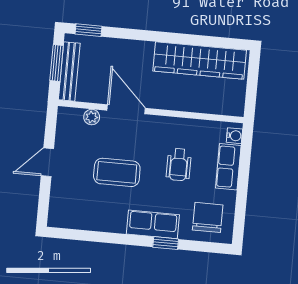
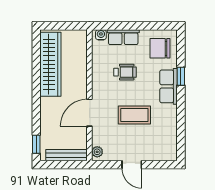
window: (57, 63) -> (61, 165), removed
plant: (92, 117) -> (97, 152), moved
coffee table: (117, 172) -> (134, 115), turned 90

